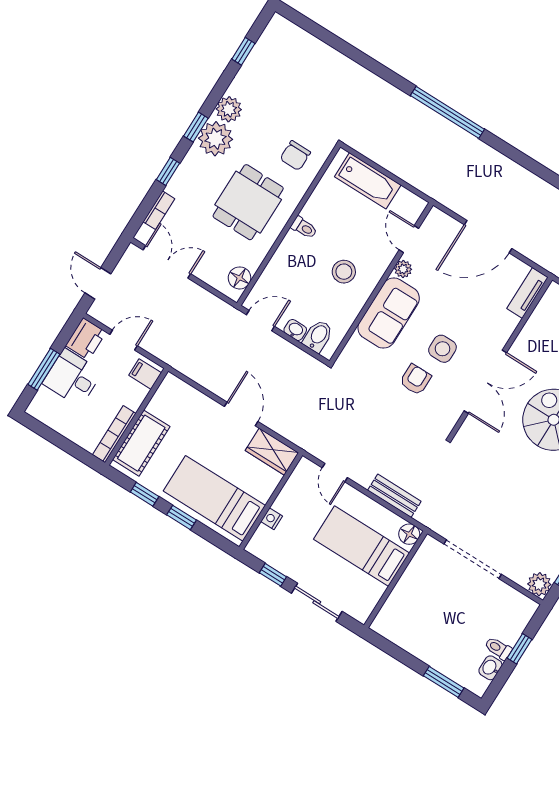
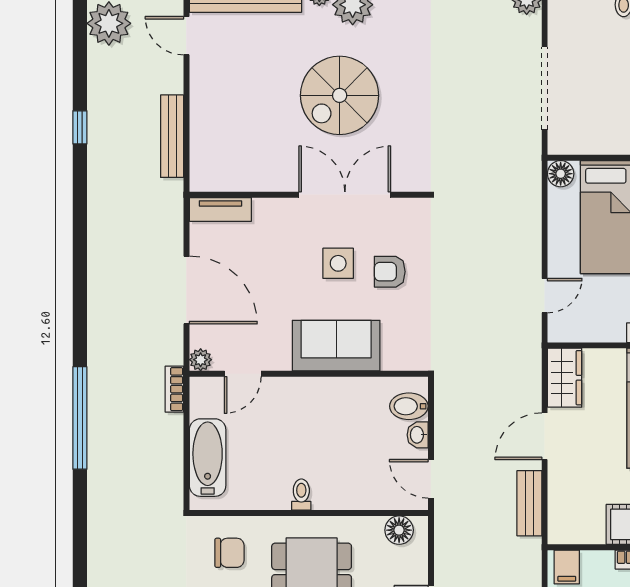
bookcase: (427, 187) -> (174, 389), added
plant: (403, 269) -> (201, 360), moved
stool: (344, 272) -> (322, 422), removed
bench: (394, 496) -> (529, 503), moved

